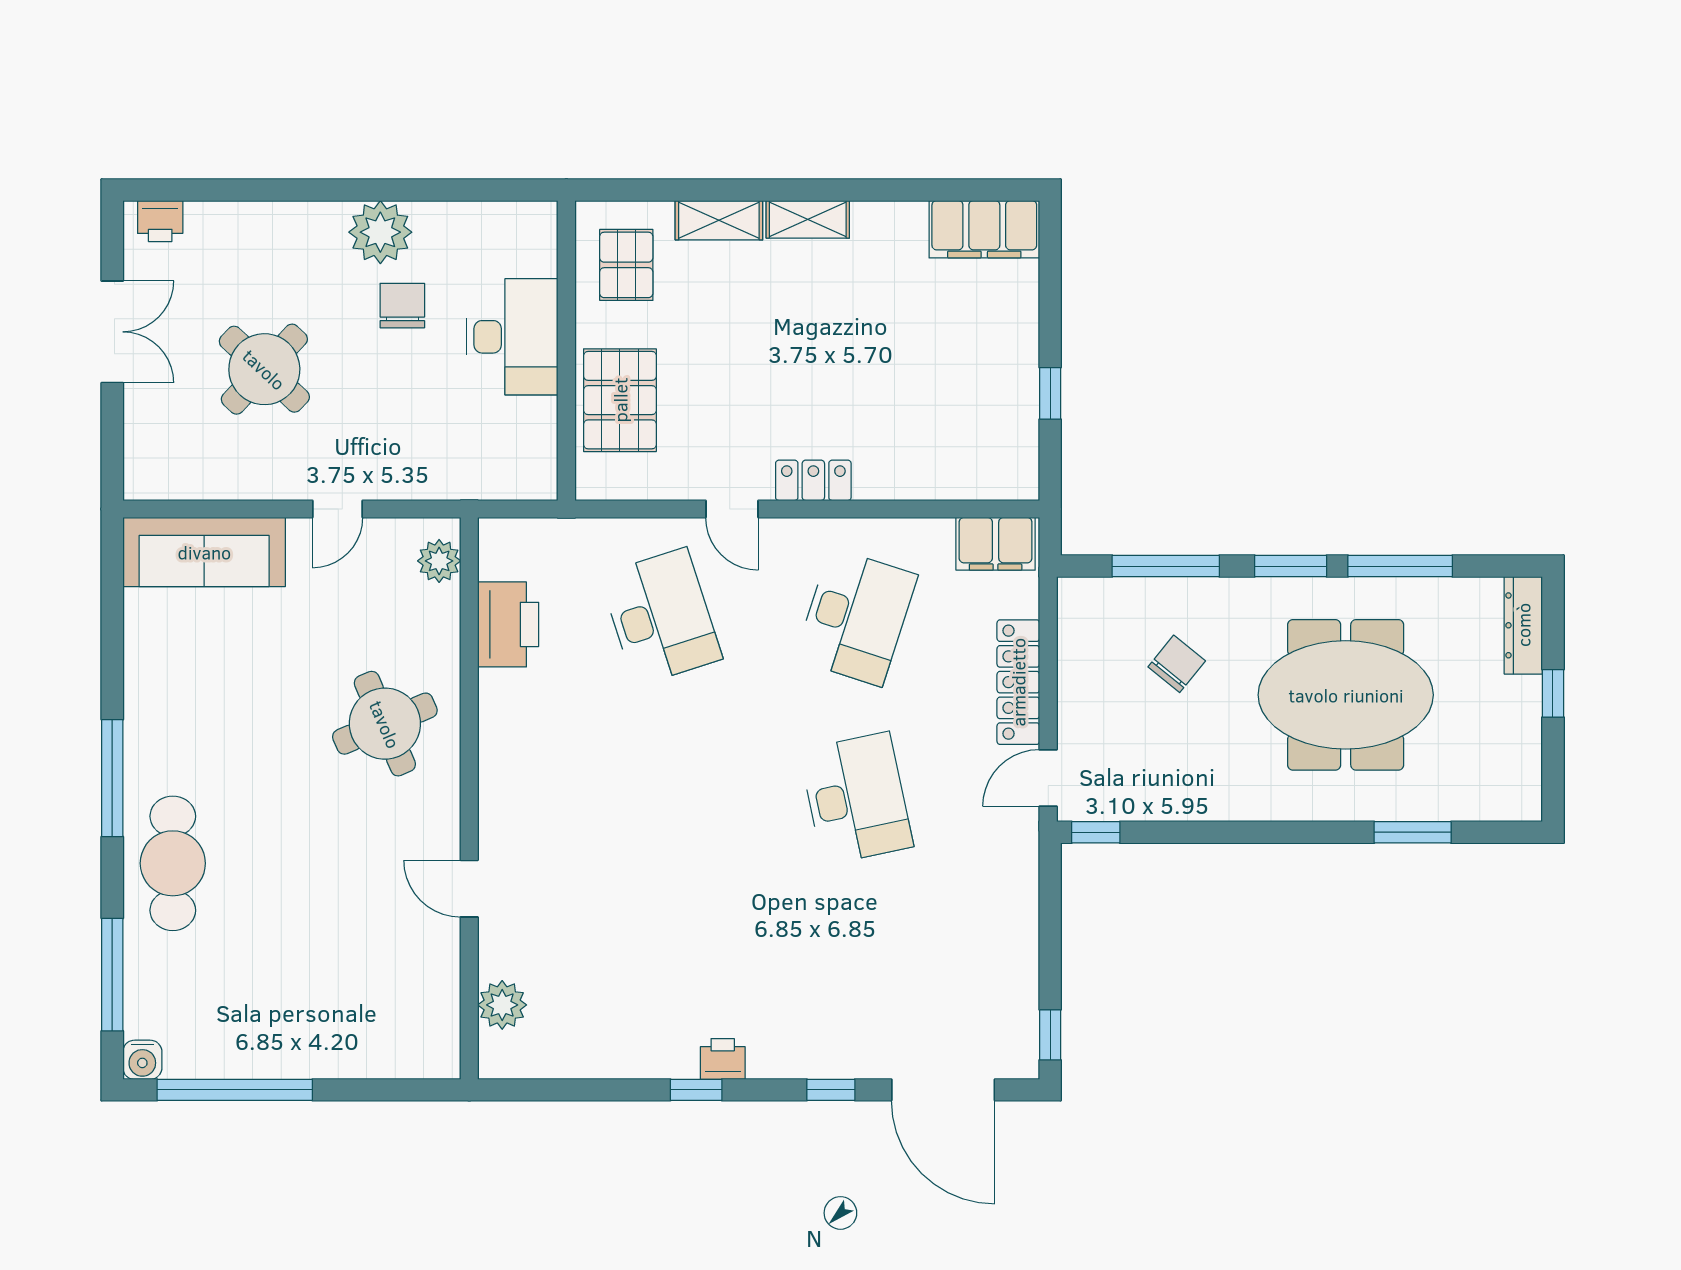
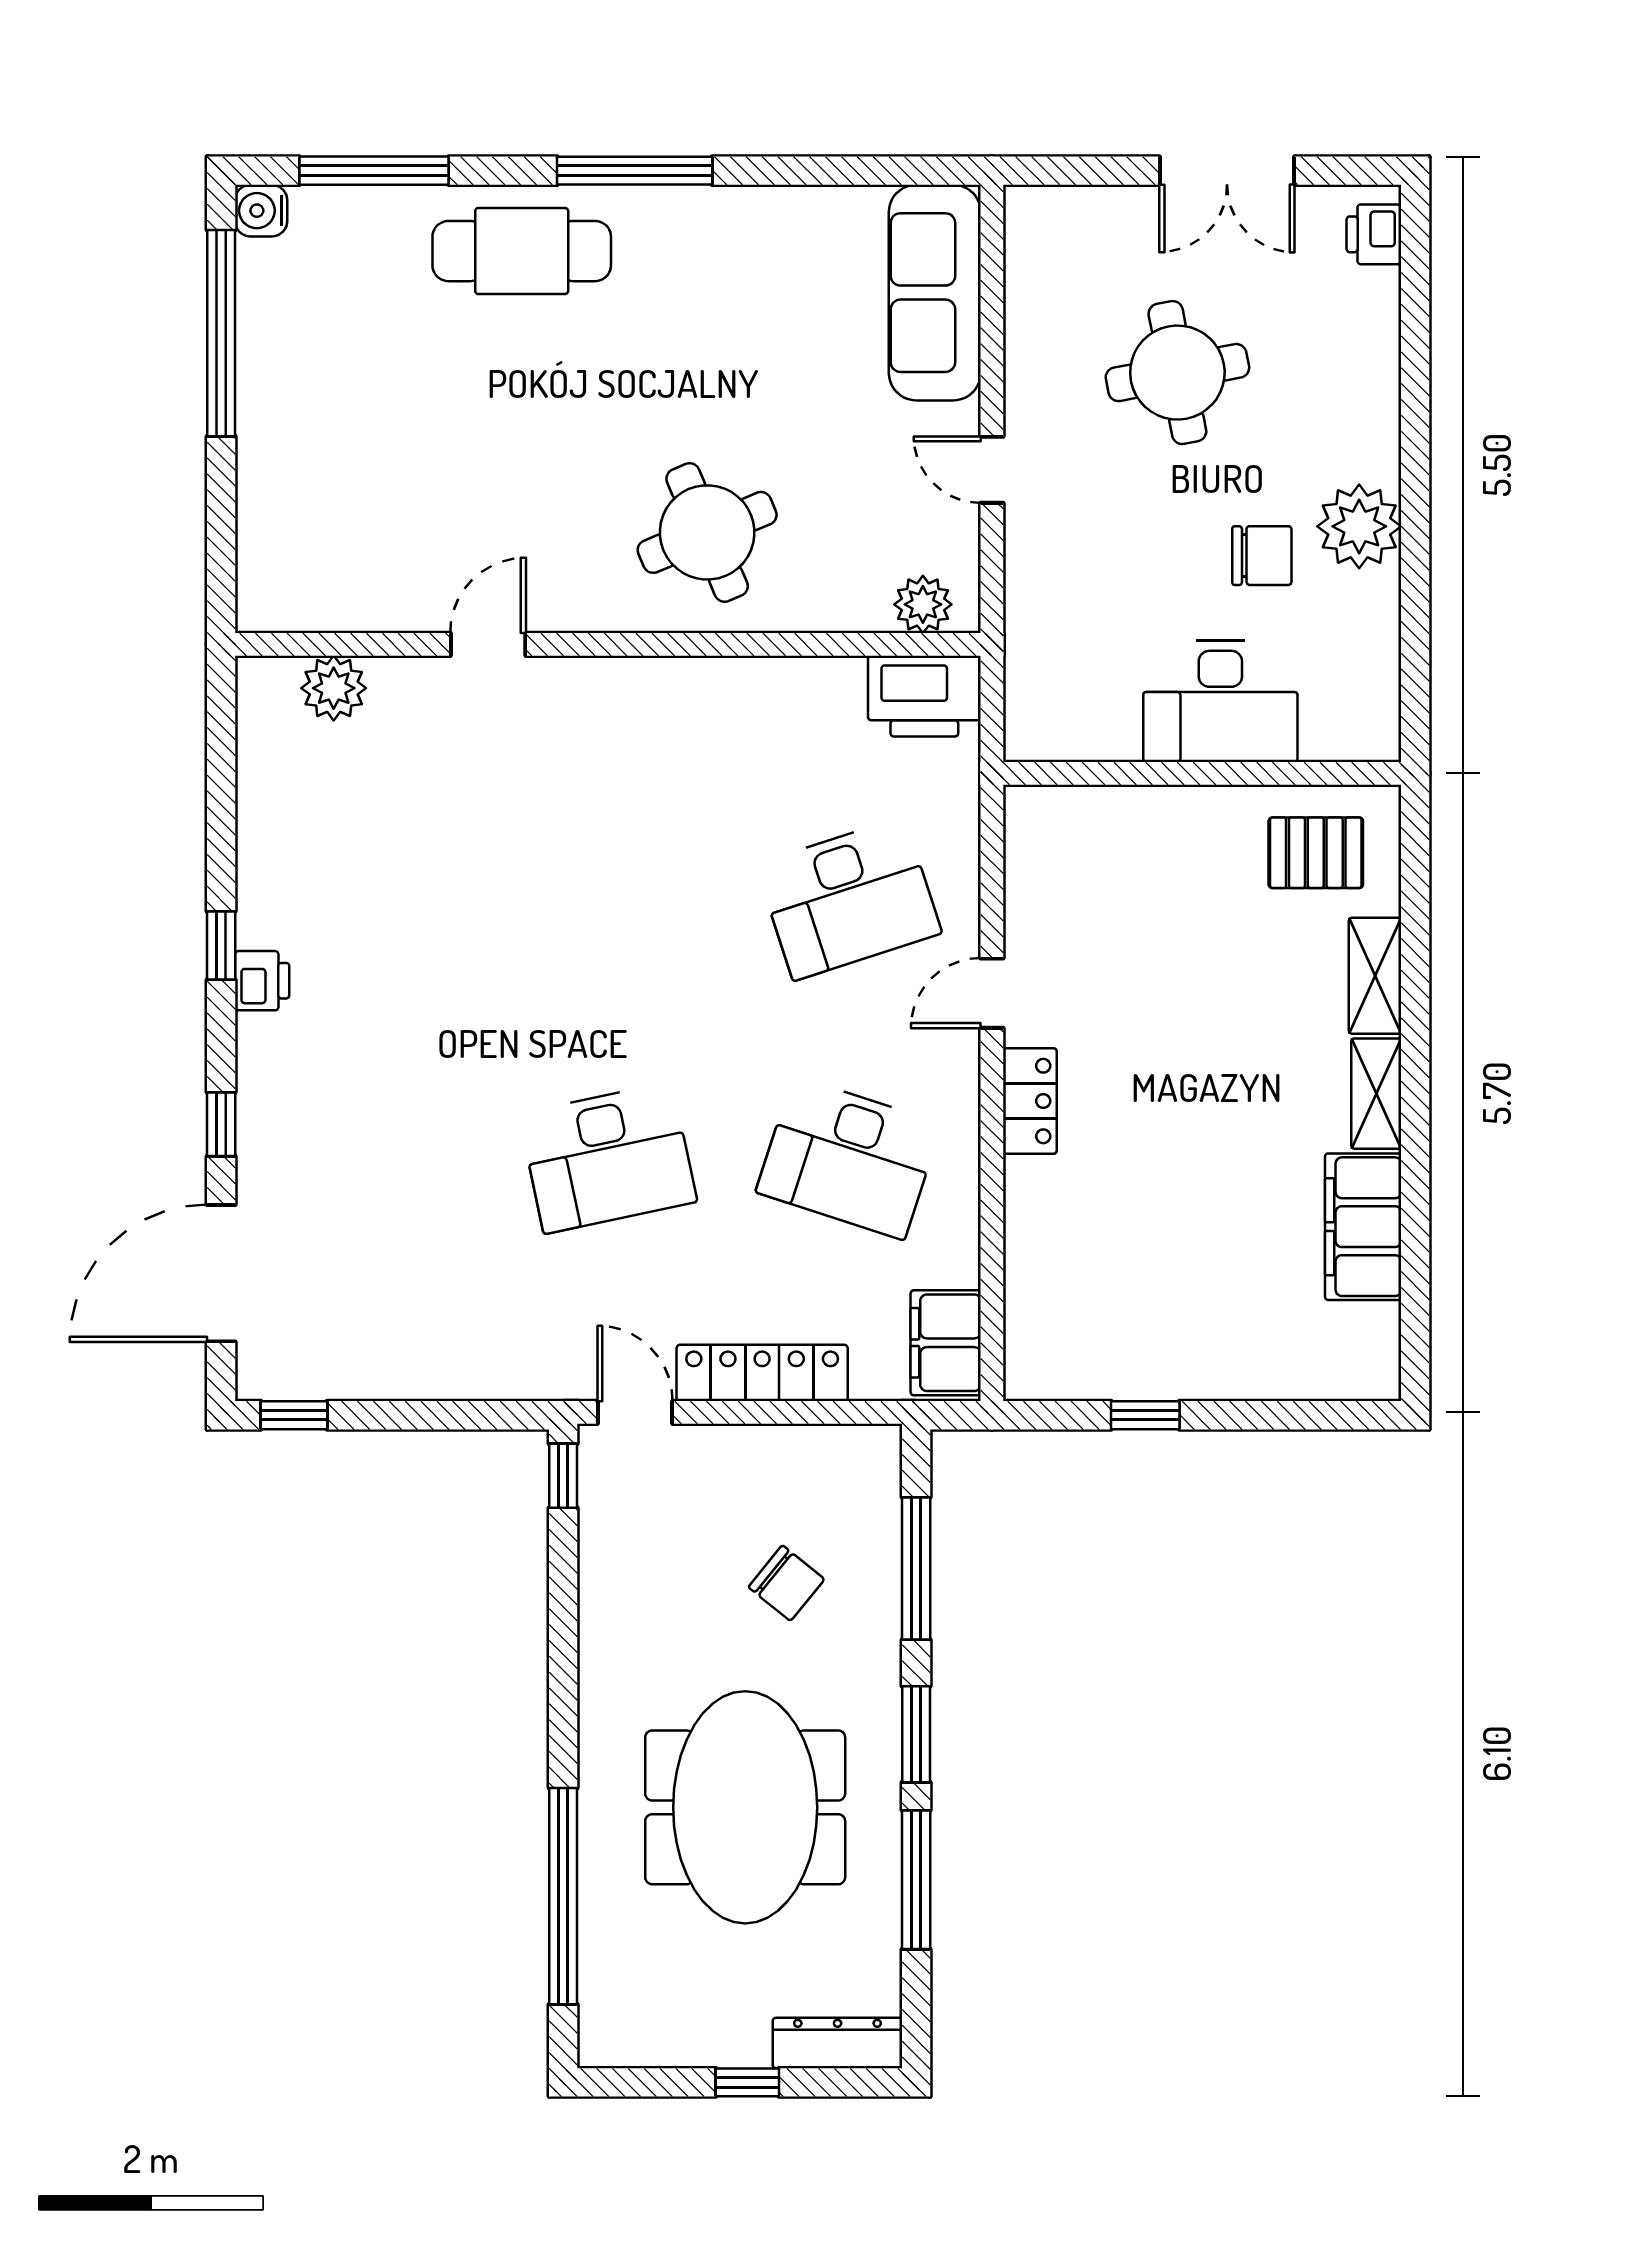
filing cabinet: (984, 229) -> (1363, 1227), moved
round table: (264, 369) -> (1177, 373), turned 36
pallet: (620, 400) -> (1136, 844), removed
printer: (508, 624) -> (924, 696), moved
window: (1413, 832) -> (563, 1896), width x2.11

